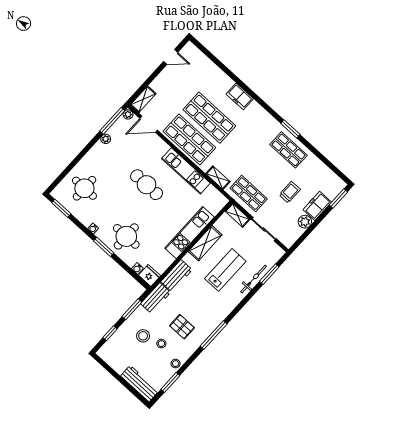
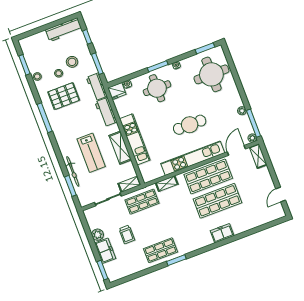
kitchen unit: (186, 171) -> (193, 158), width x1.36
round table: (84, 188) -> (211, 74), width x1.36, depth x1.36
pallet: (182, 327) -> (64, 96), width x1.50, depth x1.42
workbench: (140, 384) -> (64, 30), moved

